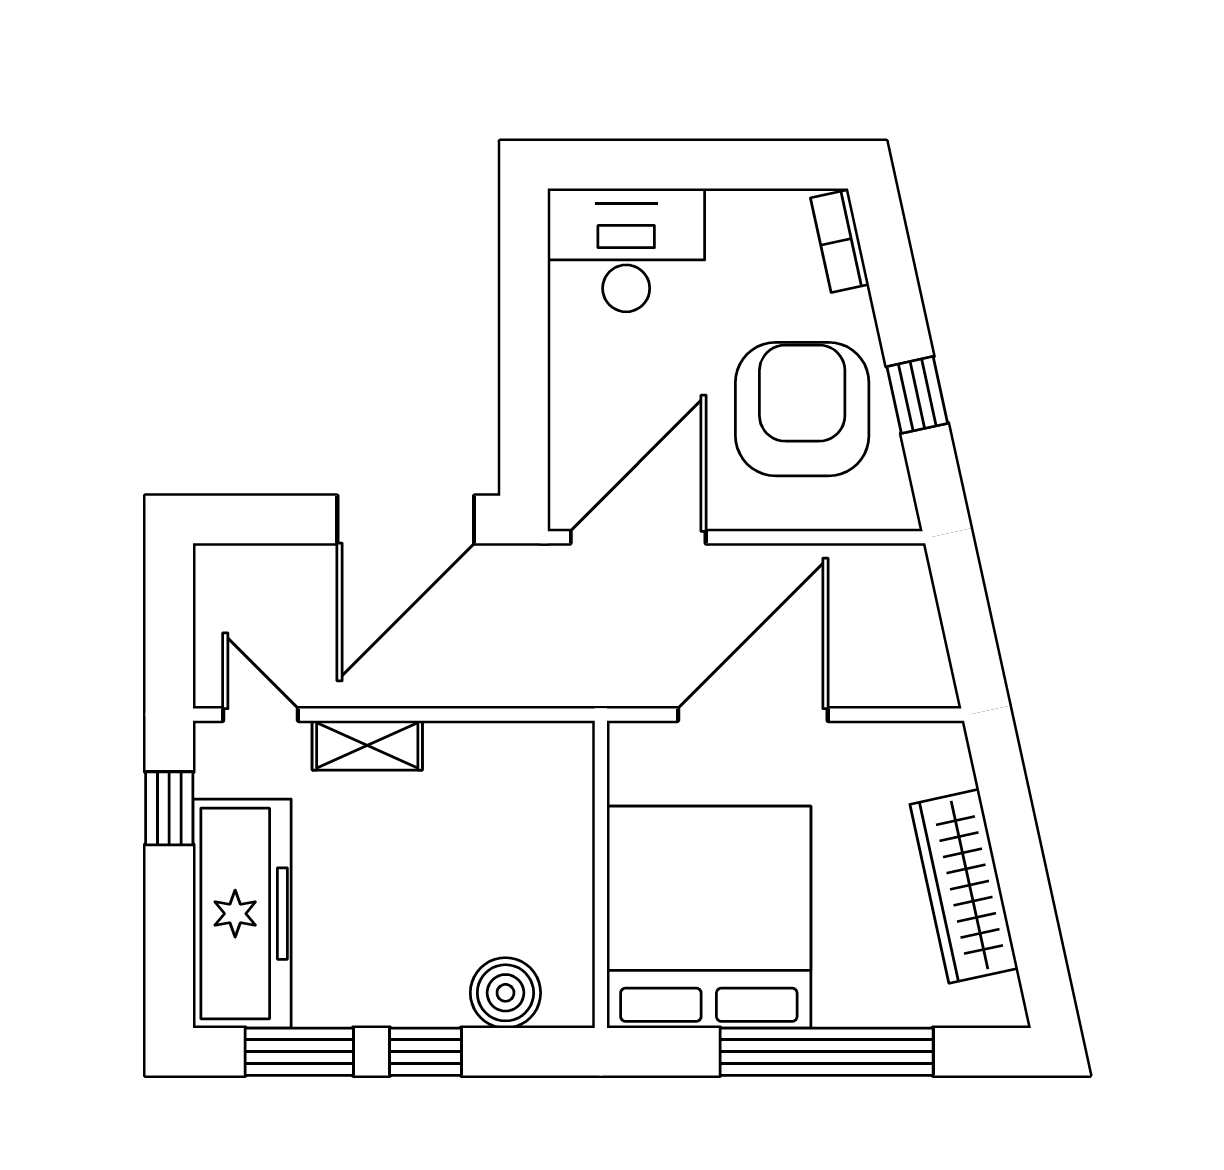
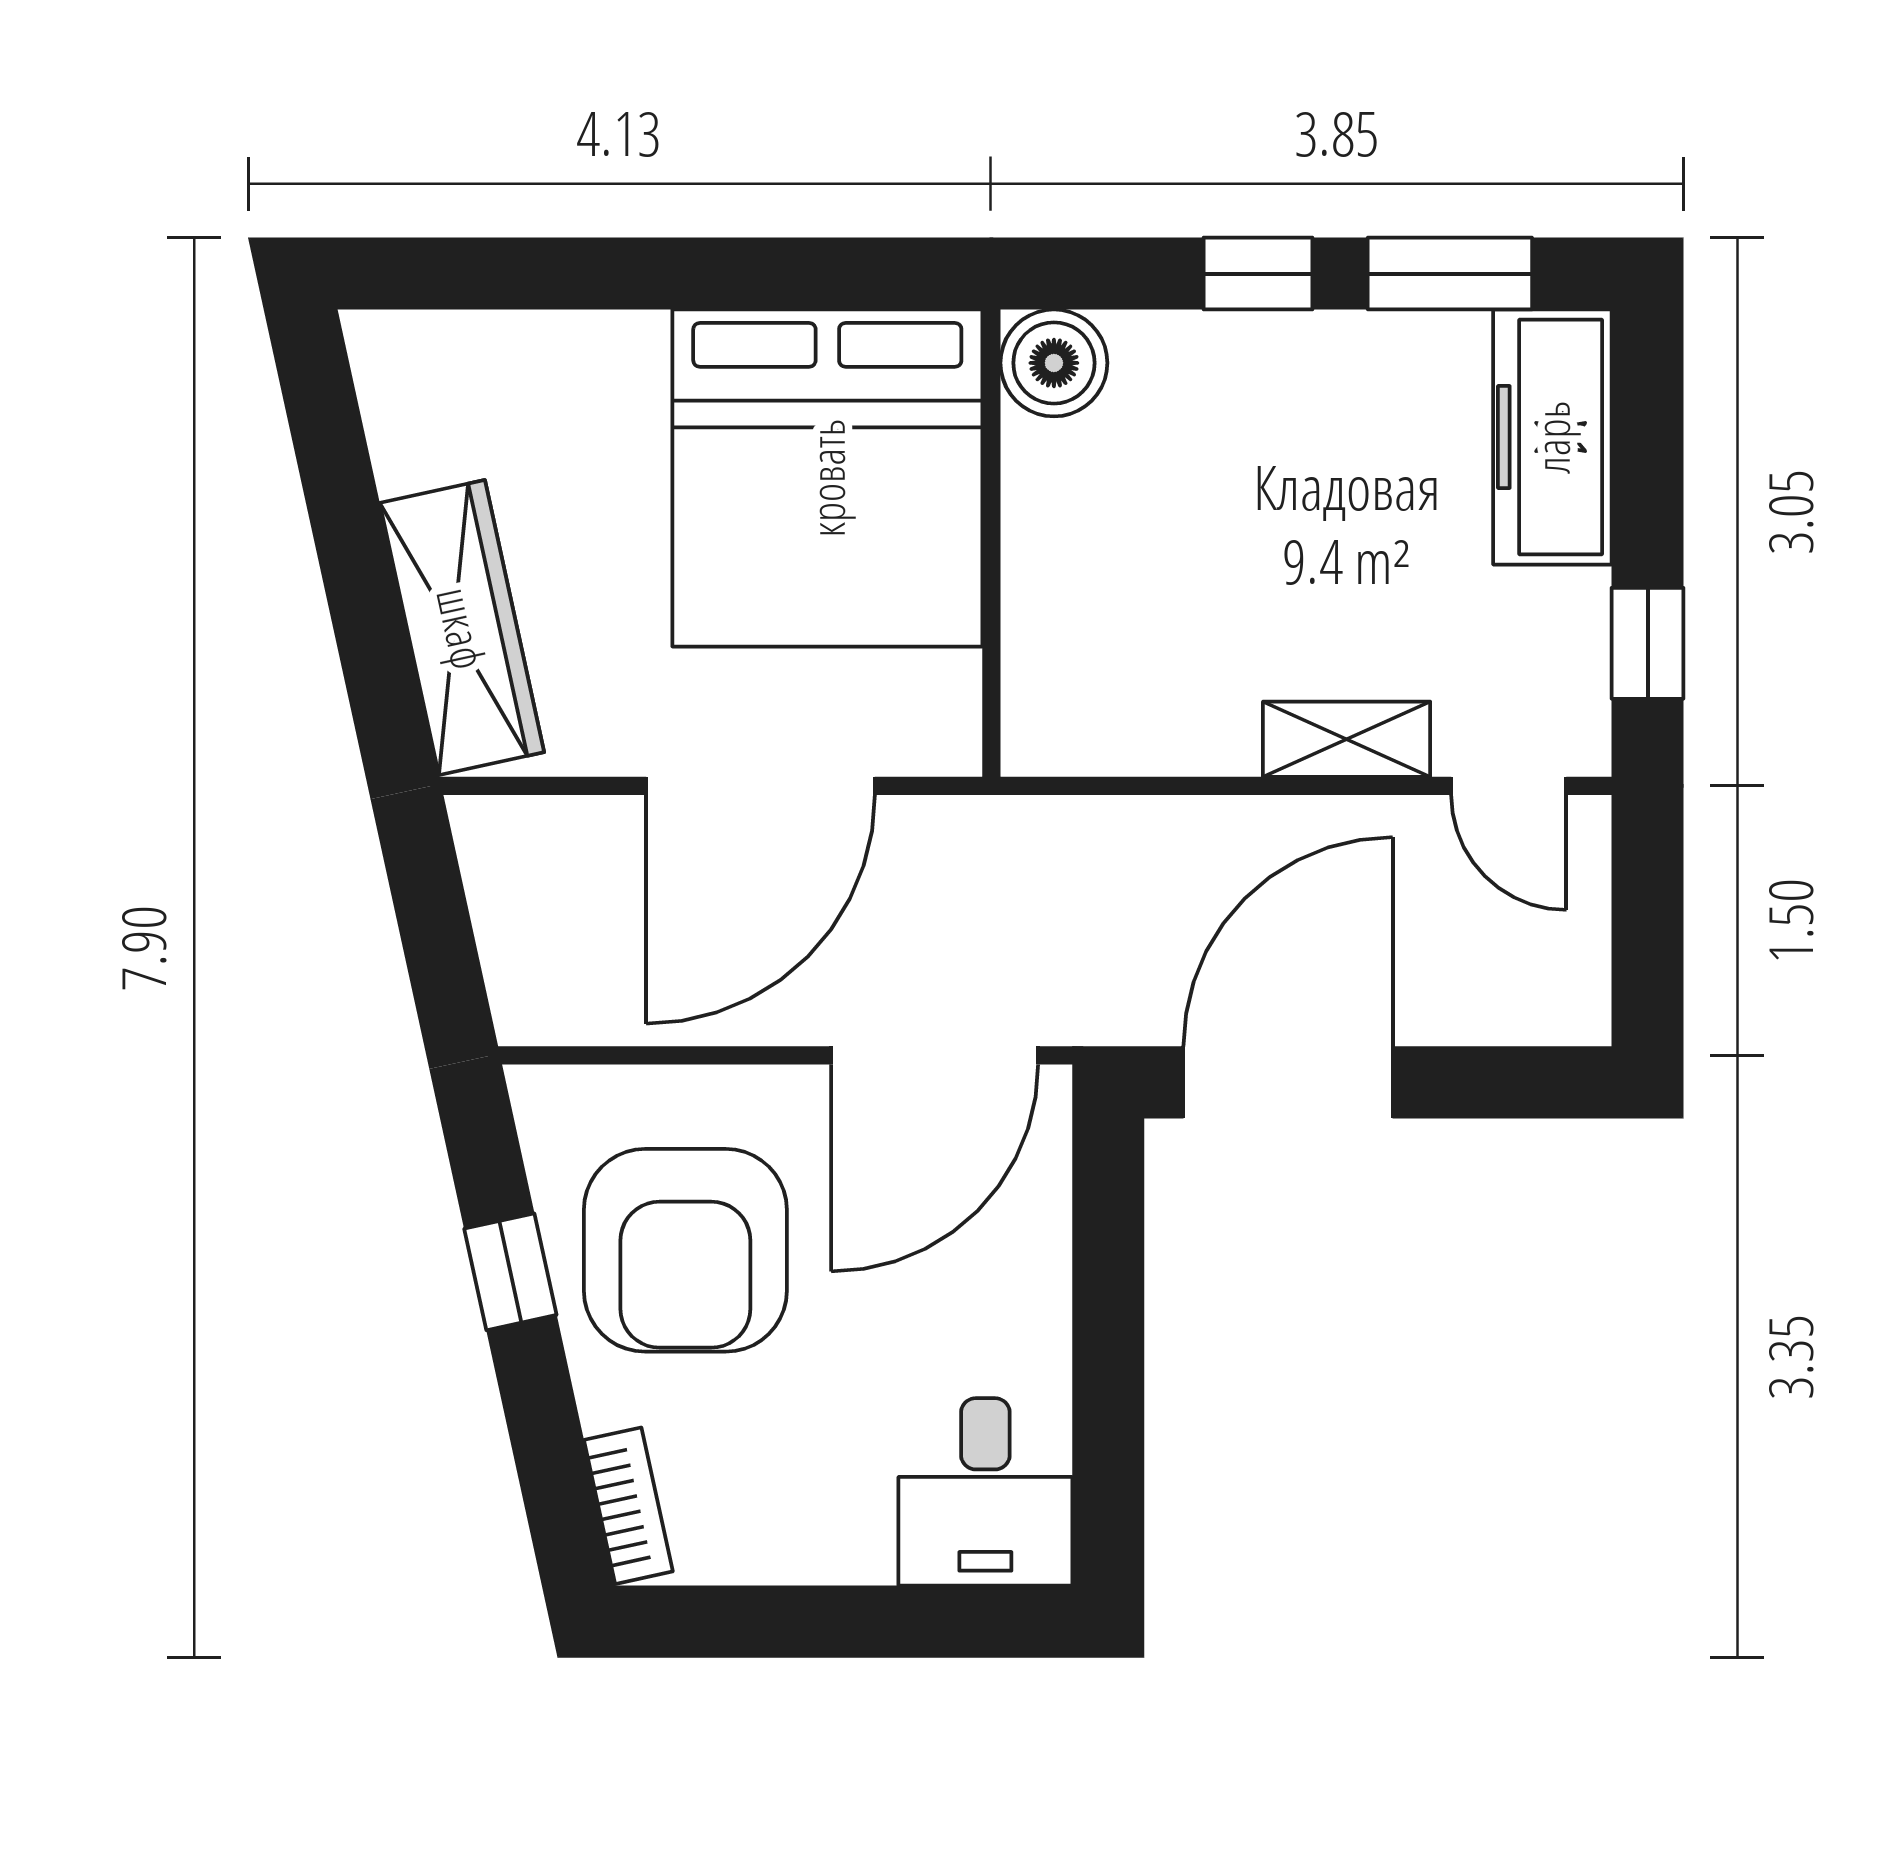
desk: (626, 250) -> (985, 1492), width x0.73
wardrobe: (964, 886) -> (462, 628), moved
freezer: (242, 914) -> (1552, 437), width x0.73, depth x0.79
boiler: (505, 993) -> (1054, 363), moved
window: (827, 1052) -> (648, 274), removed

